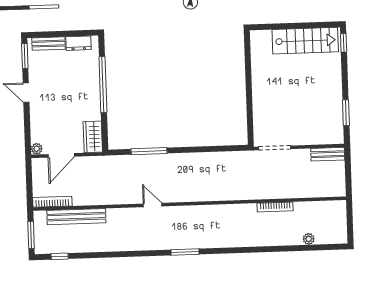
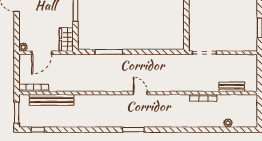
bench: (328, 154) -> (232, 87), moved
door: (153, 205) -> (140, 93), moved

